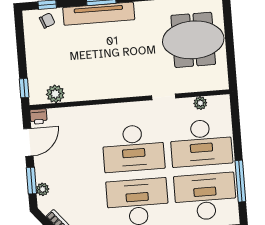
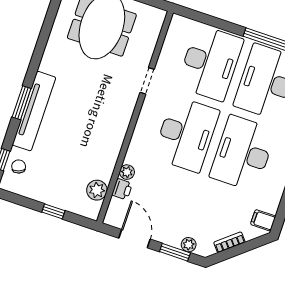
window: (24, 88) -> (53, 211), moved
plant: (200, 103) -> (127, 172), moved
printer: (38, 117) -> (122, 189), moved

